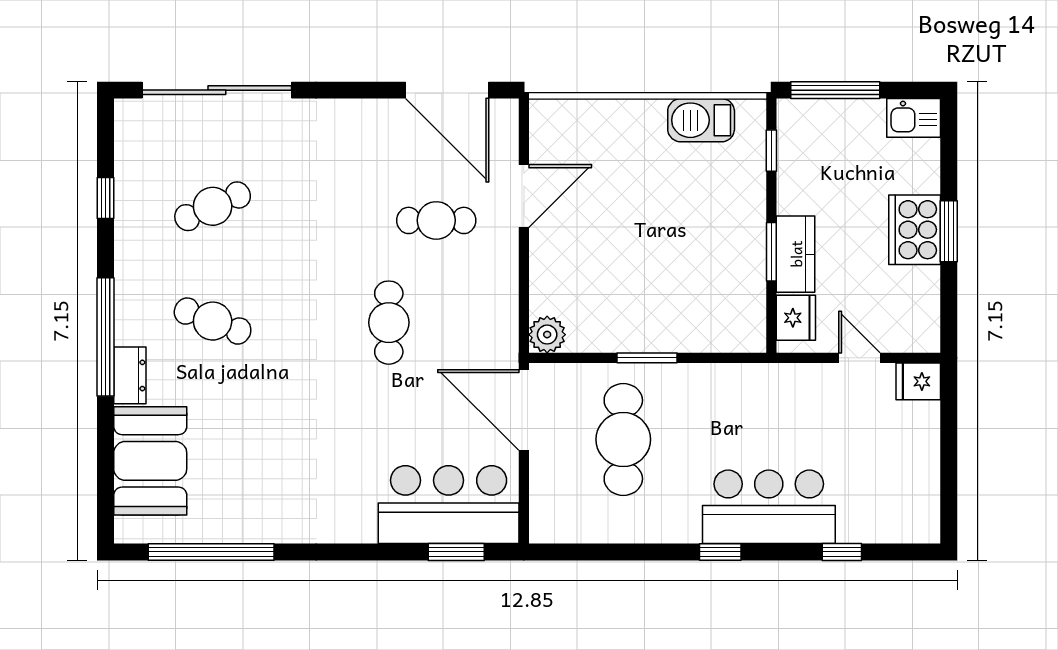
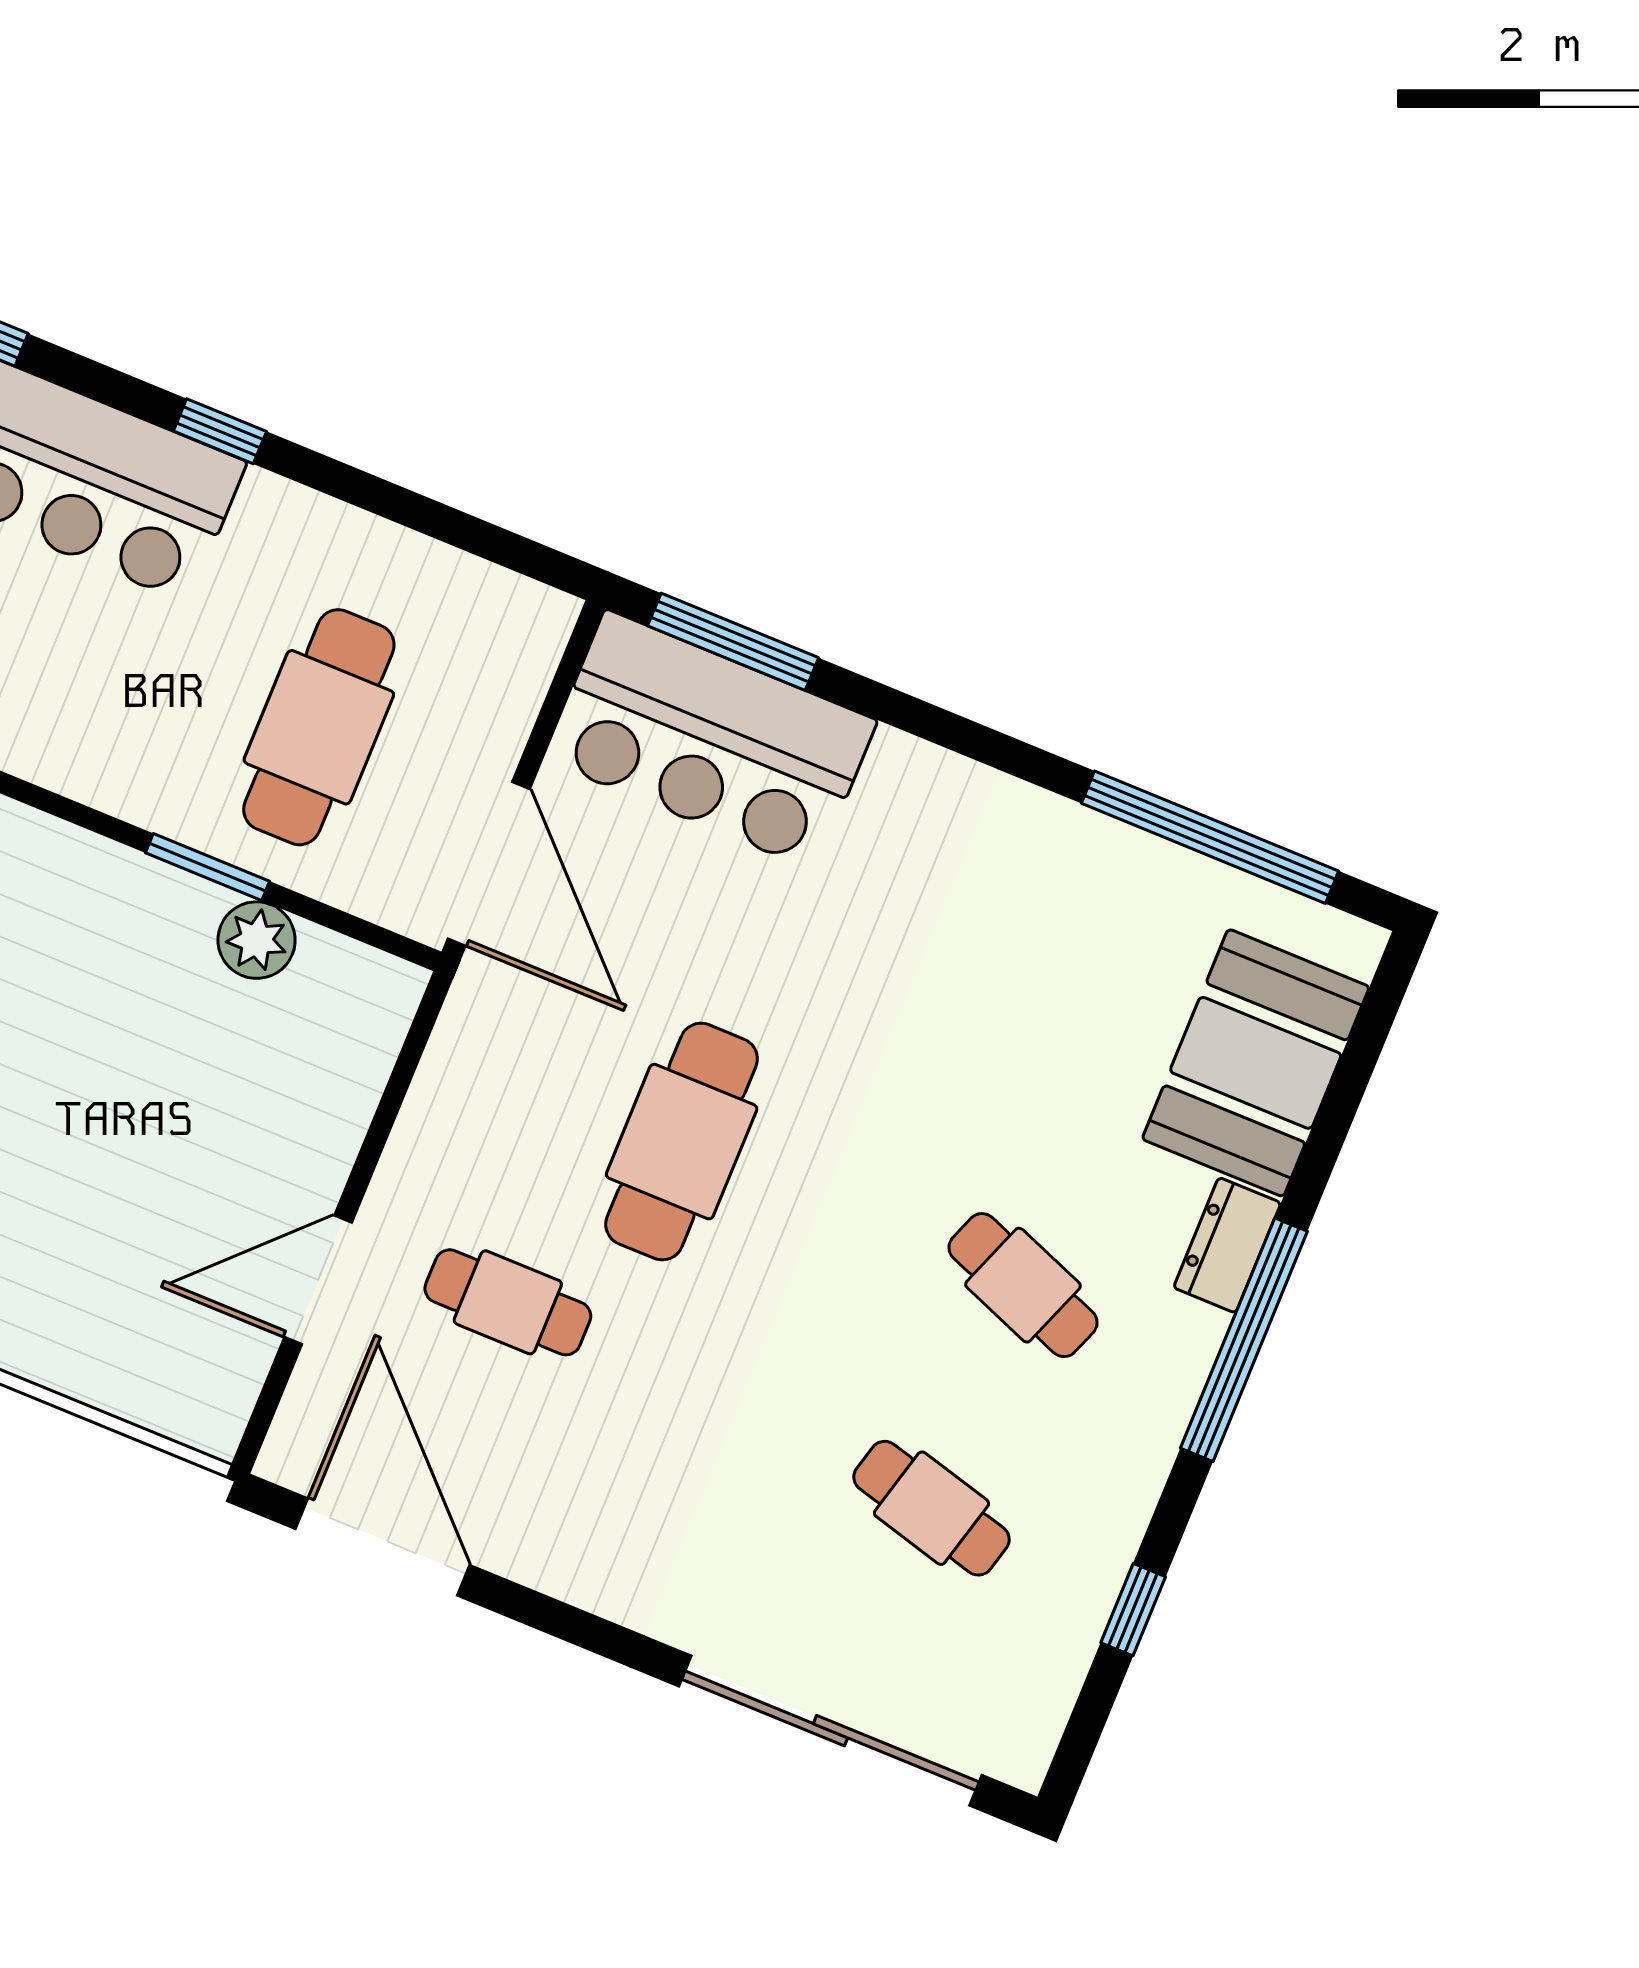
cafe table: (213, 206) -> (931, 1508), turned 39
cafe table: (389, 323) -> (682, 1142), width x1.37, depth x1.35
plant: (547, 335) -> (257, 940), moved
window: (456, 552) -> (733, 642), width x1.44

